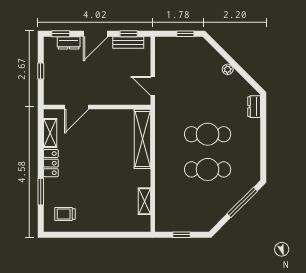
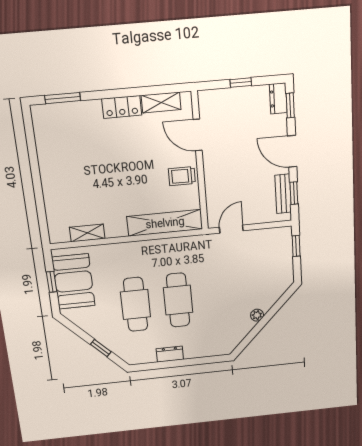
window: (185, 34) -> (296, 246), moved
dresser: (69, 43) -> (278, 98), moved
dresser: (254, 107) -> (170, 354), moved
window: (41, 192) -> (63, 98), moved
window: (242, 202) -> (101, 348), width x0.46
trolley: (65, 214) -> (182, 176), moved, turned -90
booth: (183, 217) -> (74, 281), added

